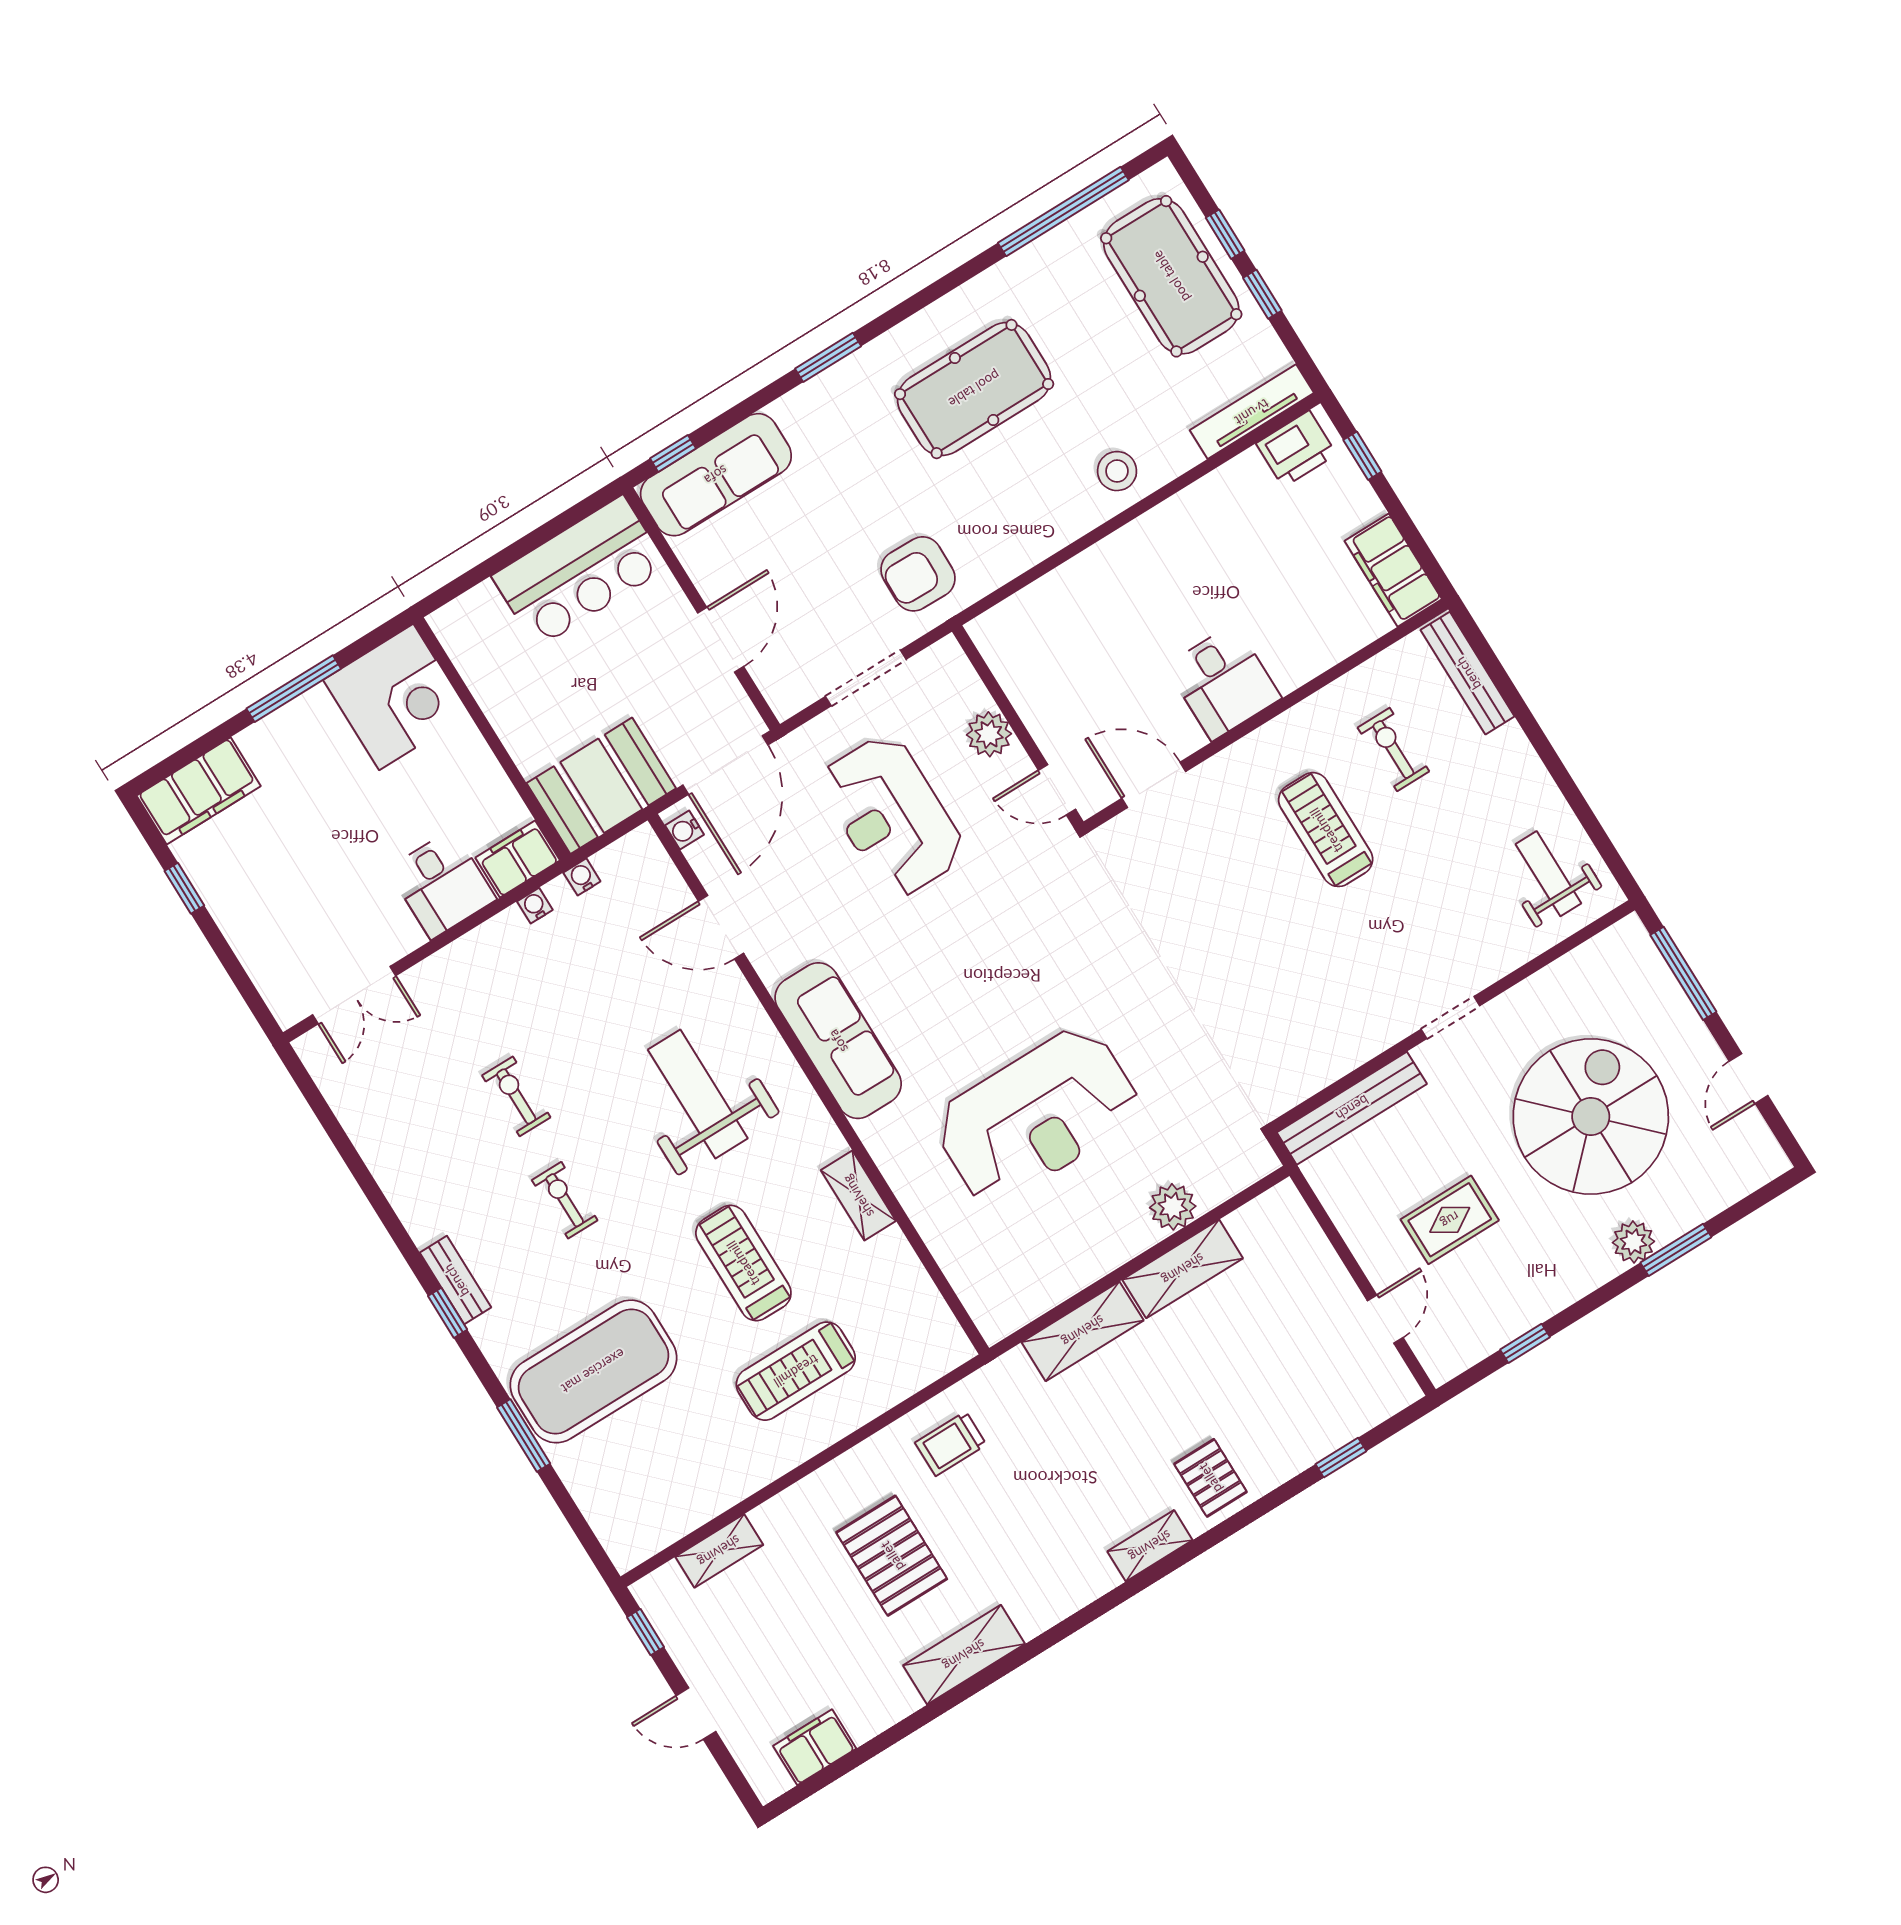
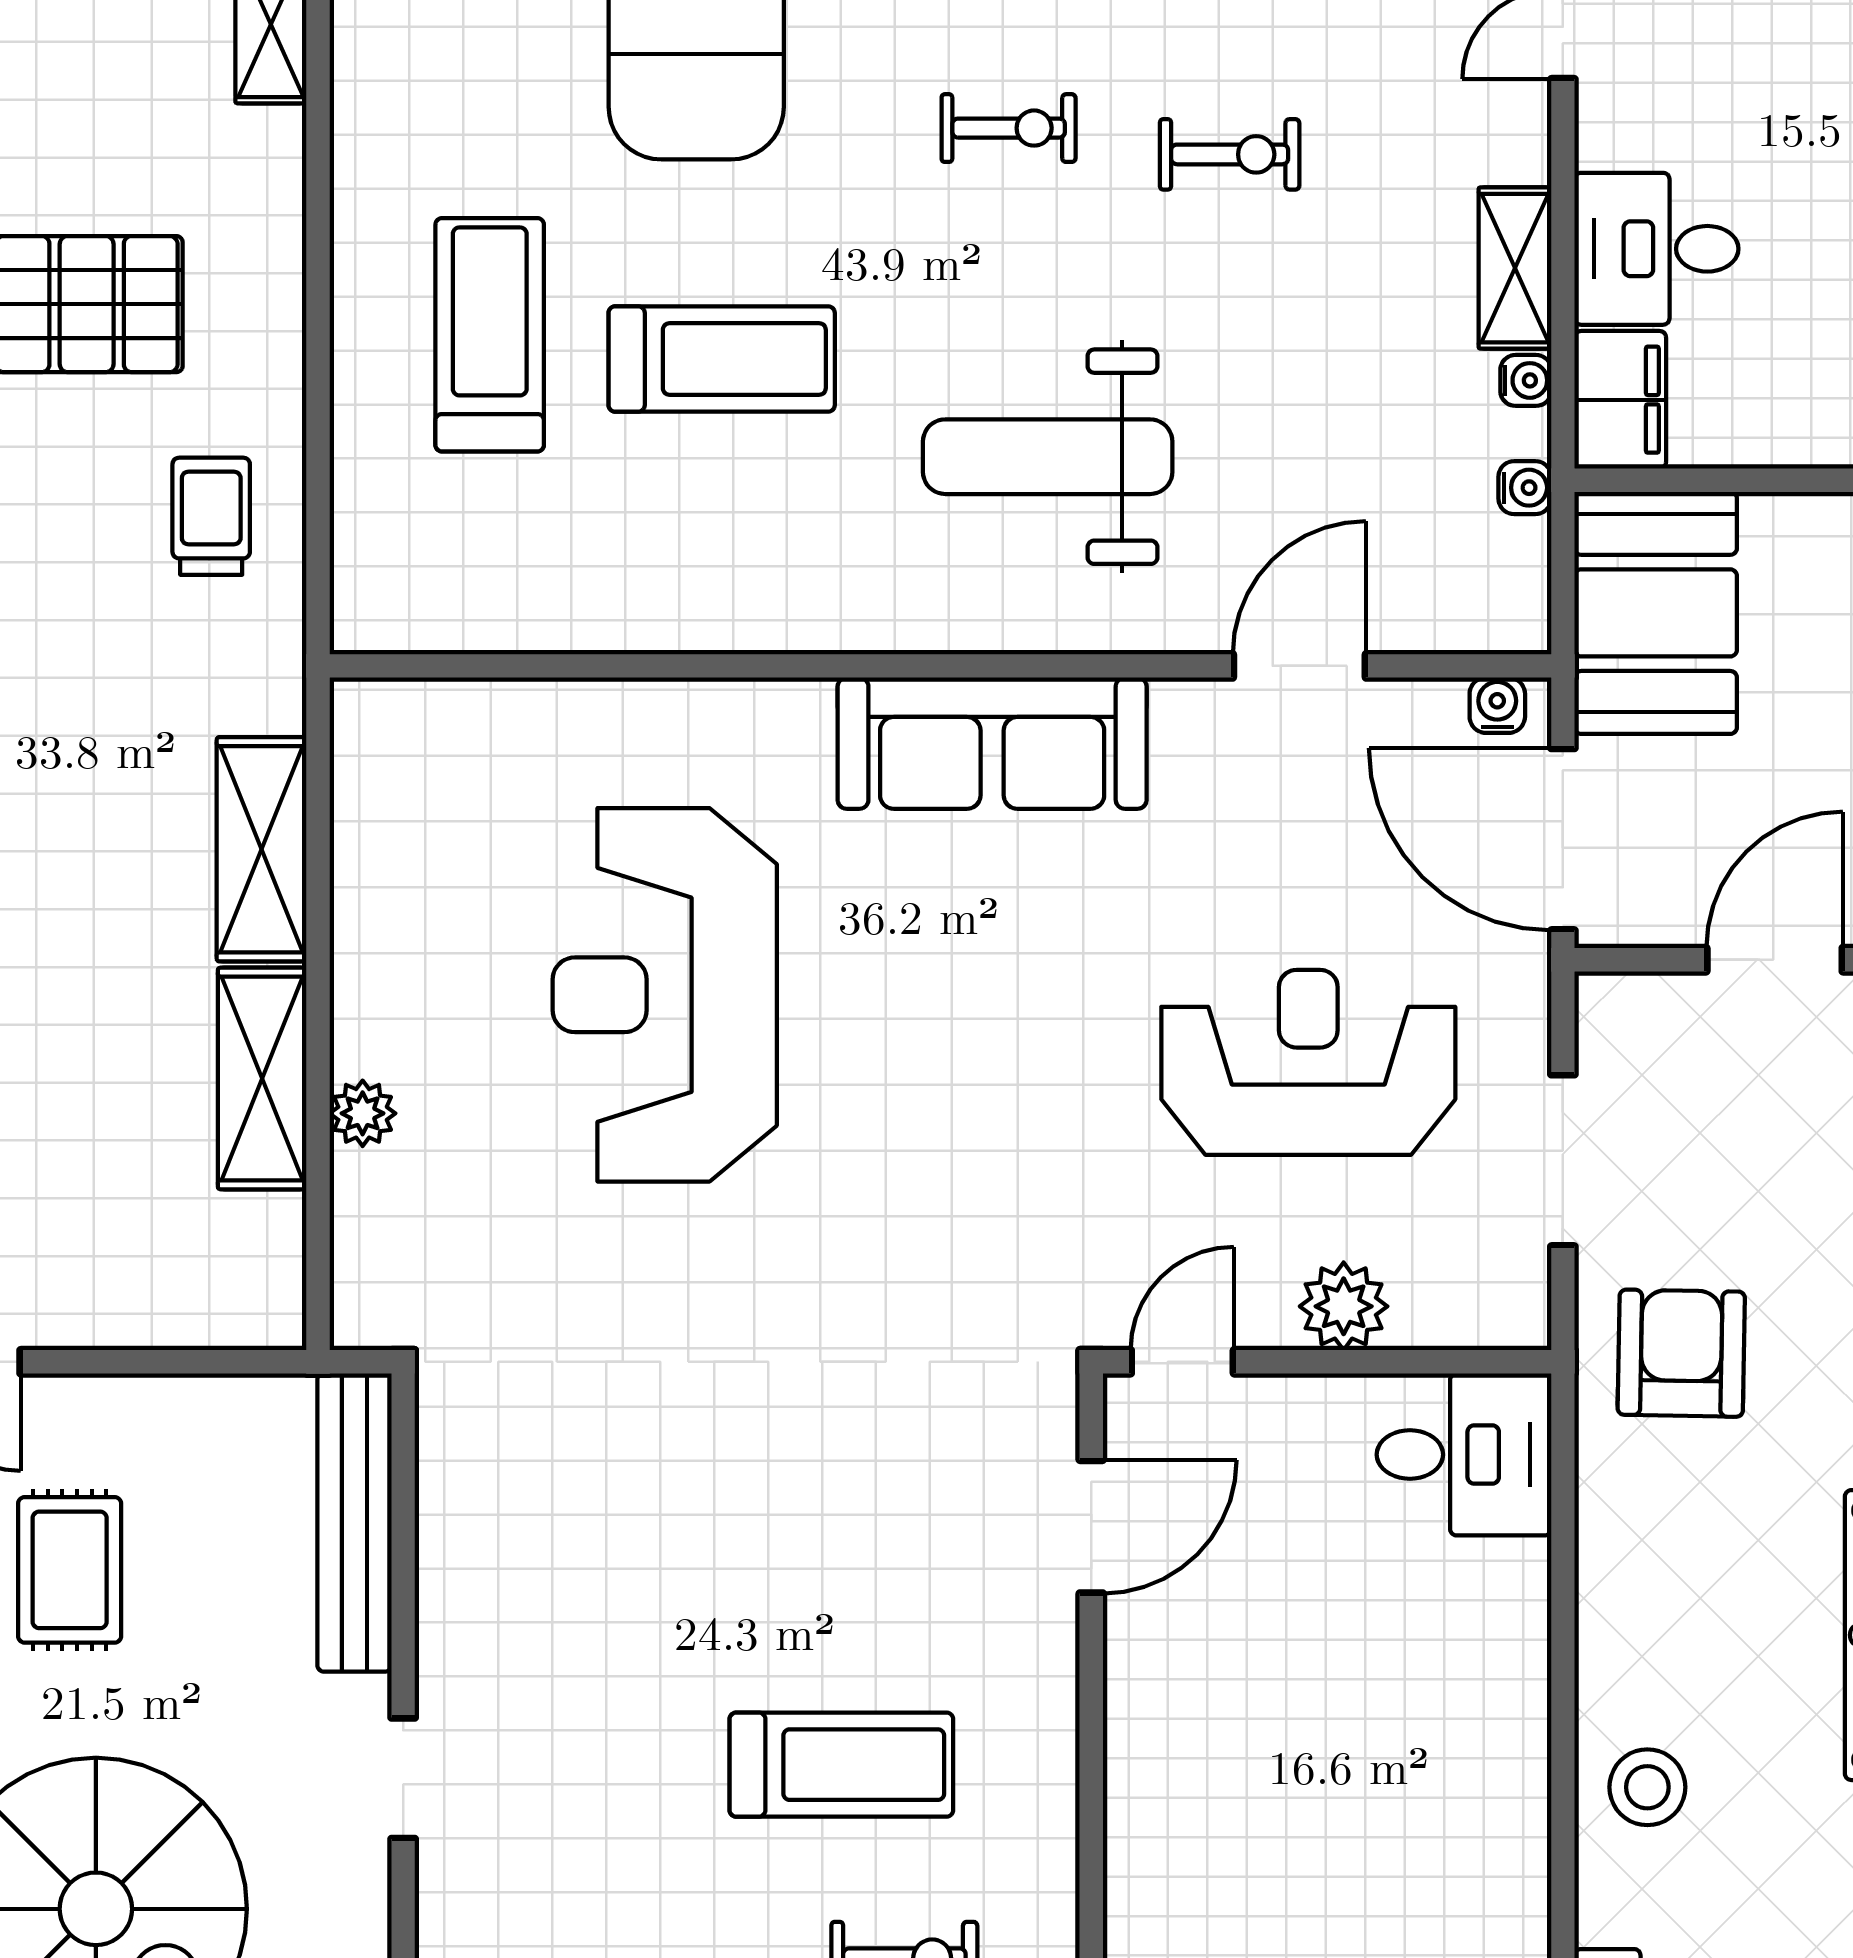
door: (721, 640) -> (1775, 960), swing flipped
desk: (1223, 682) -> (1464, 1455), moved, turned 180
weight bench: (698, 1094) -> (1048, 457), turned 180
shelving: (858, 1196) -> (1515, 268), moved, turned 90
plant: (1173, 1207) -> (363, 1113), width x0.73, depth x0.73

